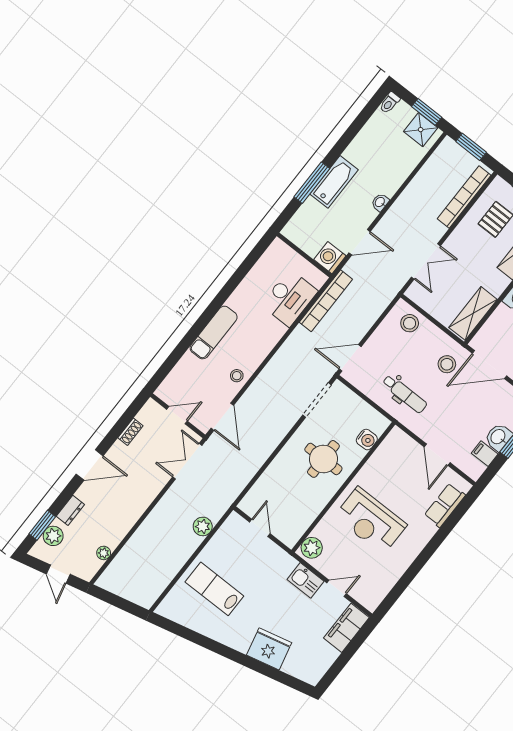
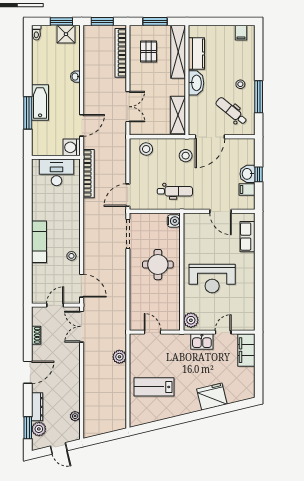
washbasin: (380, 202) -> (75, 77), moved
desk: (289, 298) -> (57, 172), moved, turned -90
water cooler: (367, 440) -> (174, 221), moved
dresser: (70, 510) -> (37, 407), width x1.44

